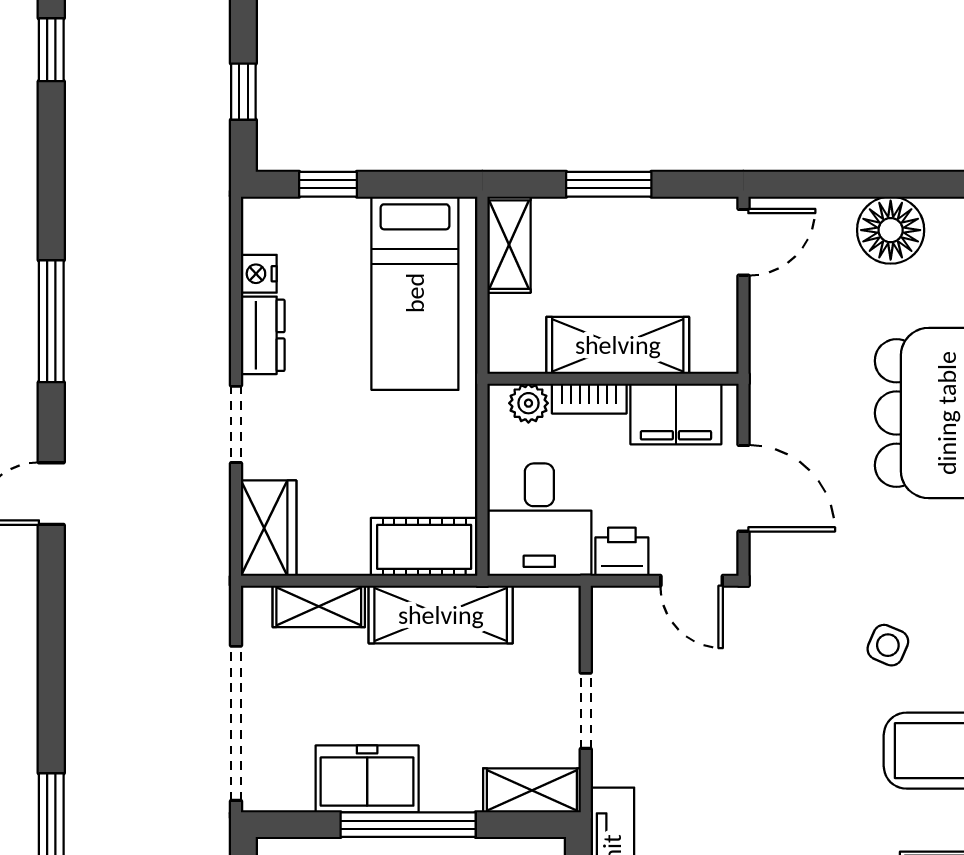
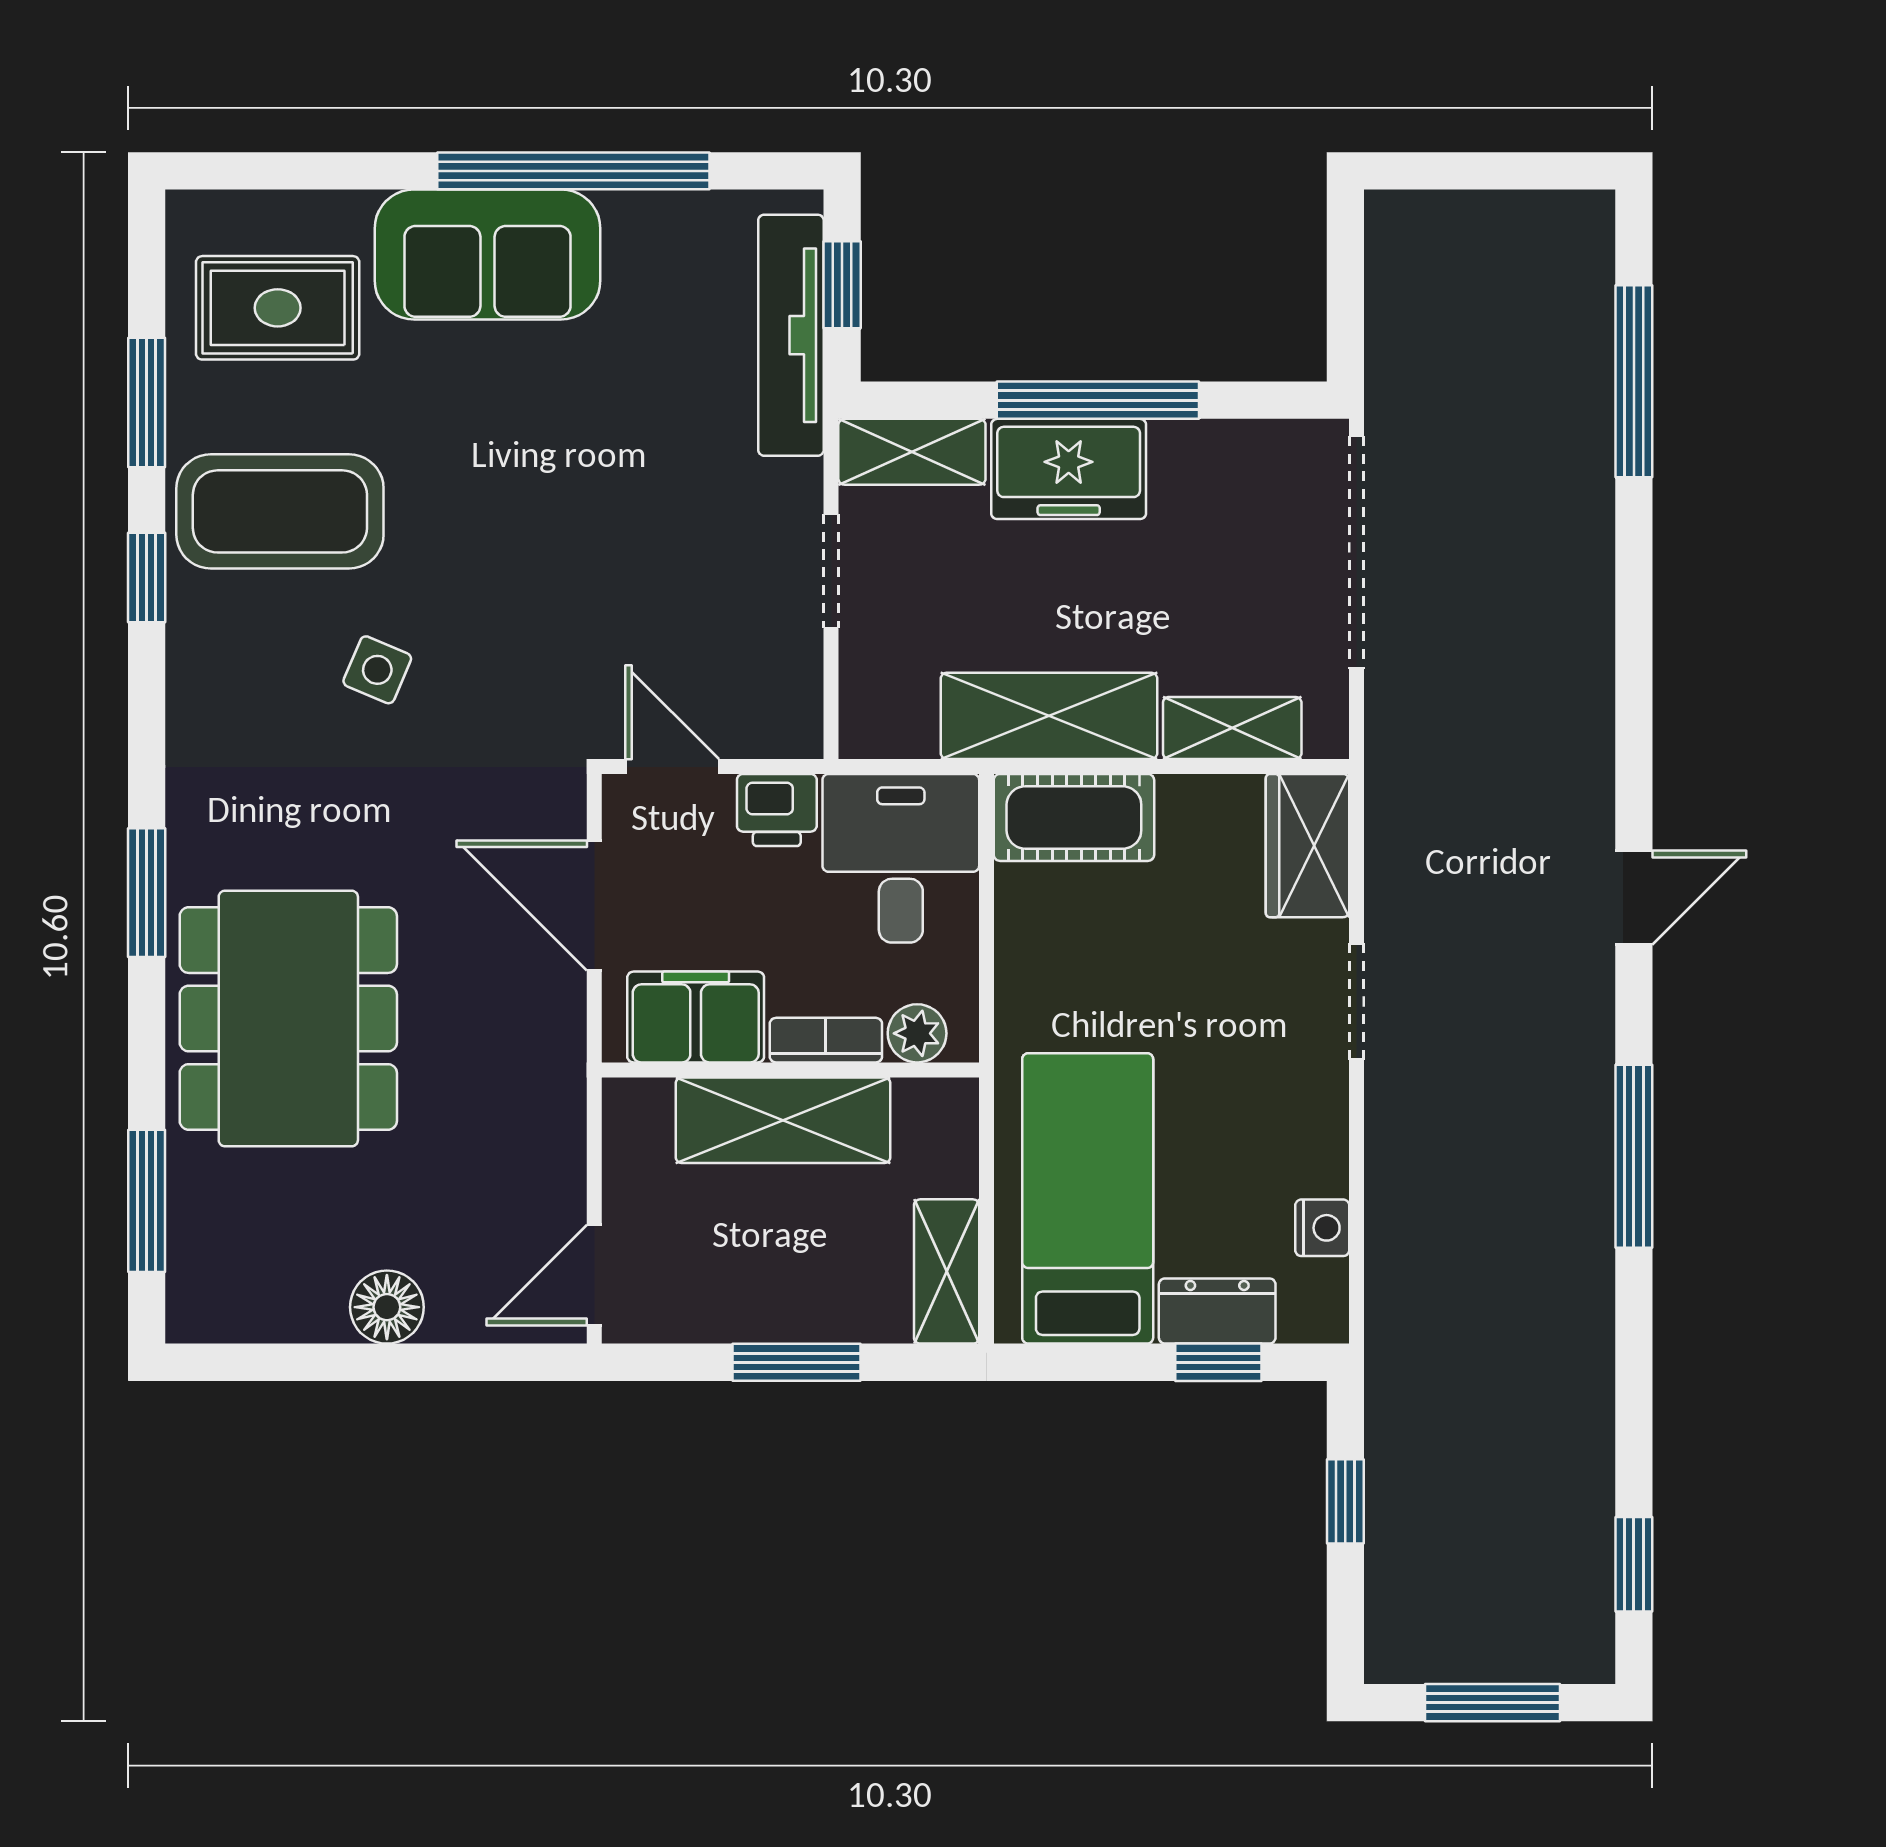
floor lamp: (891, 230) -> (387, 1307), width x0.73, depth x0.73
dresser: (263, 335) -> (1217, 1311), moved, turned 90
freezer: (367, 779) -> (1069, 469), moved

